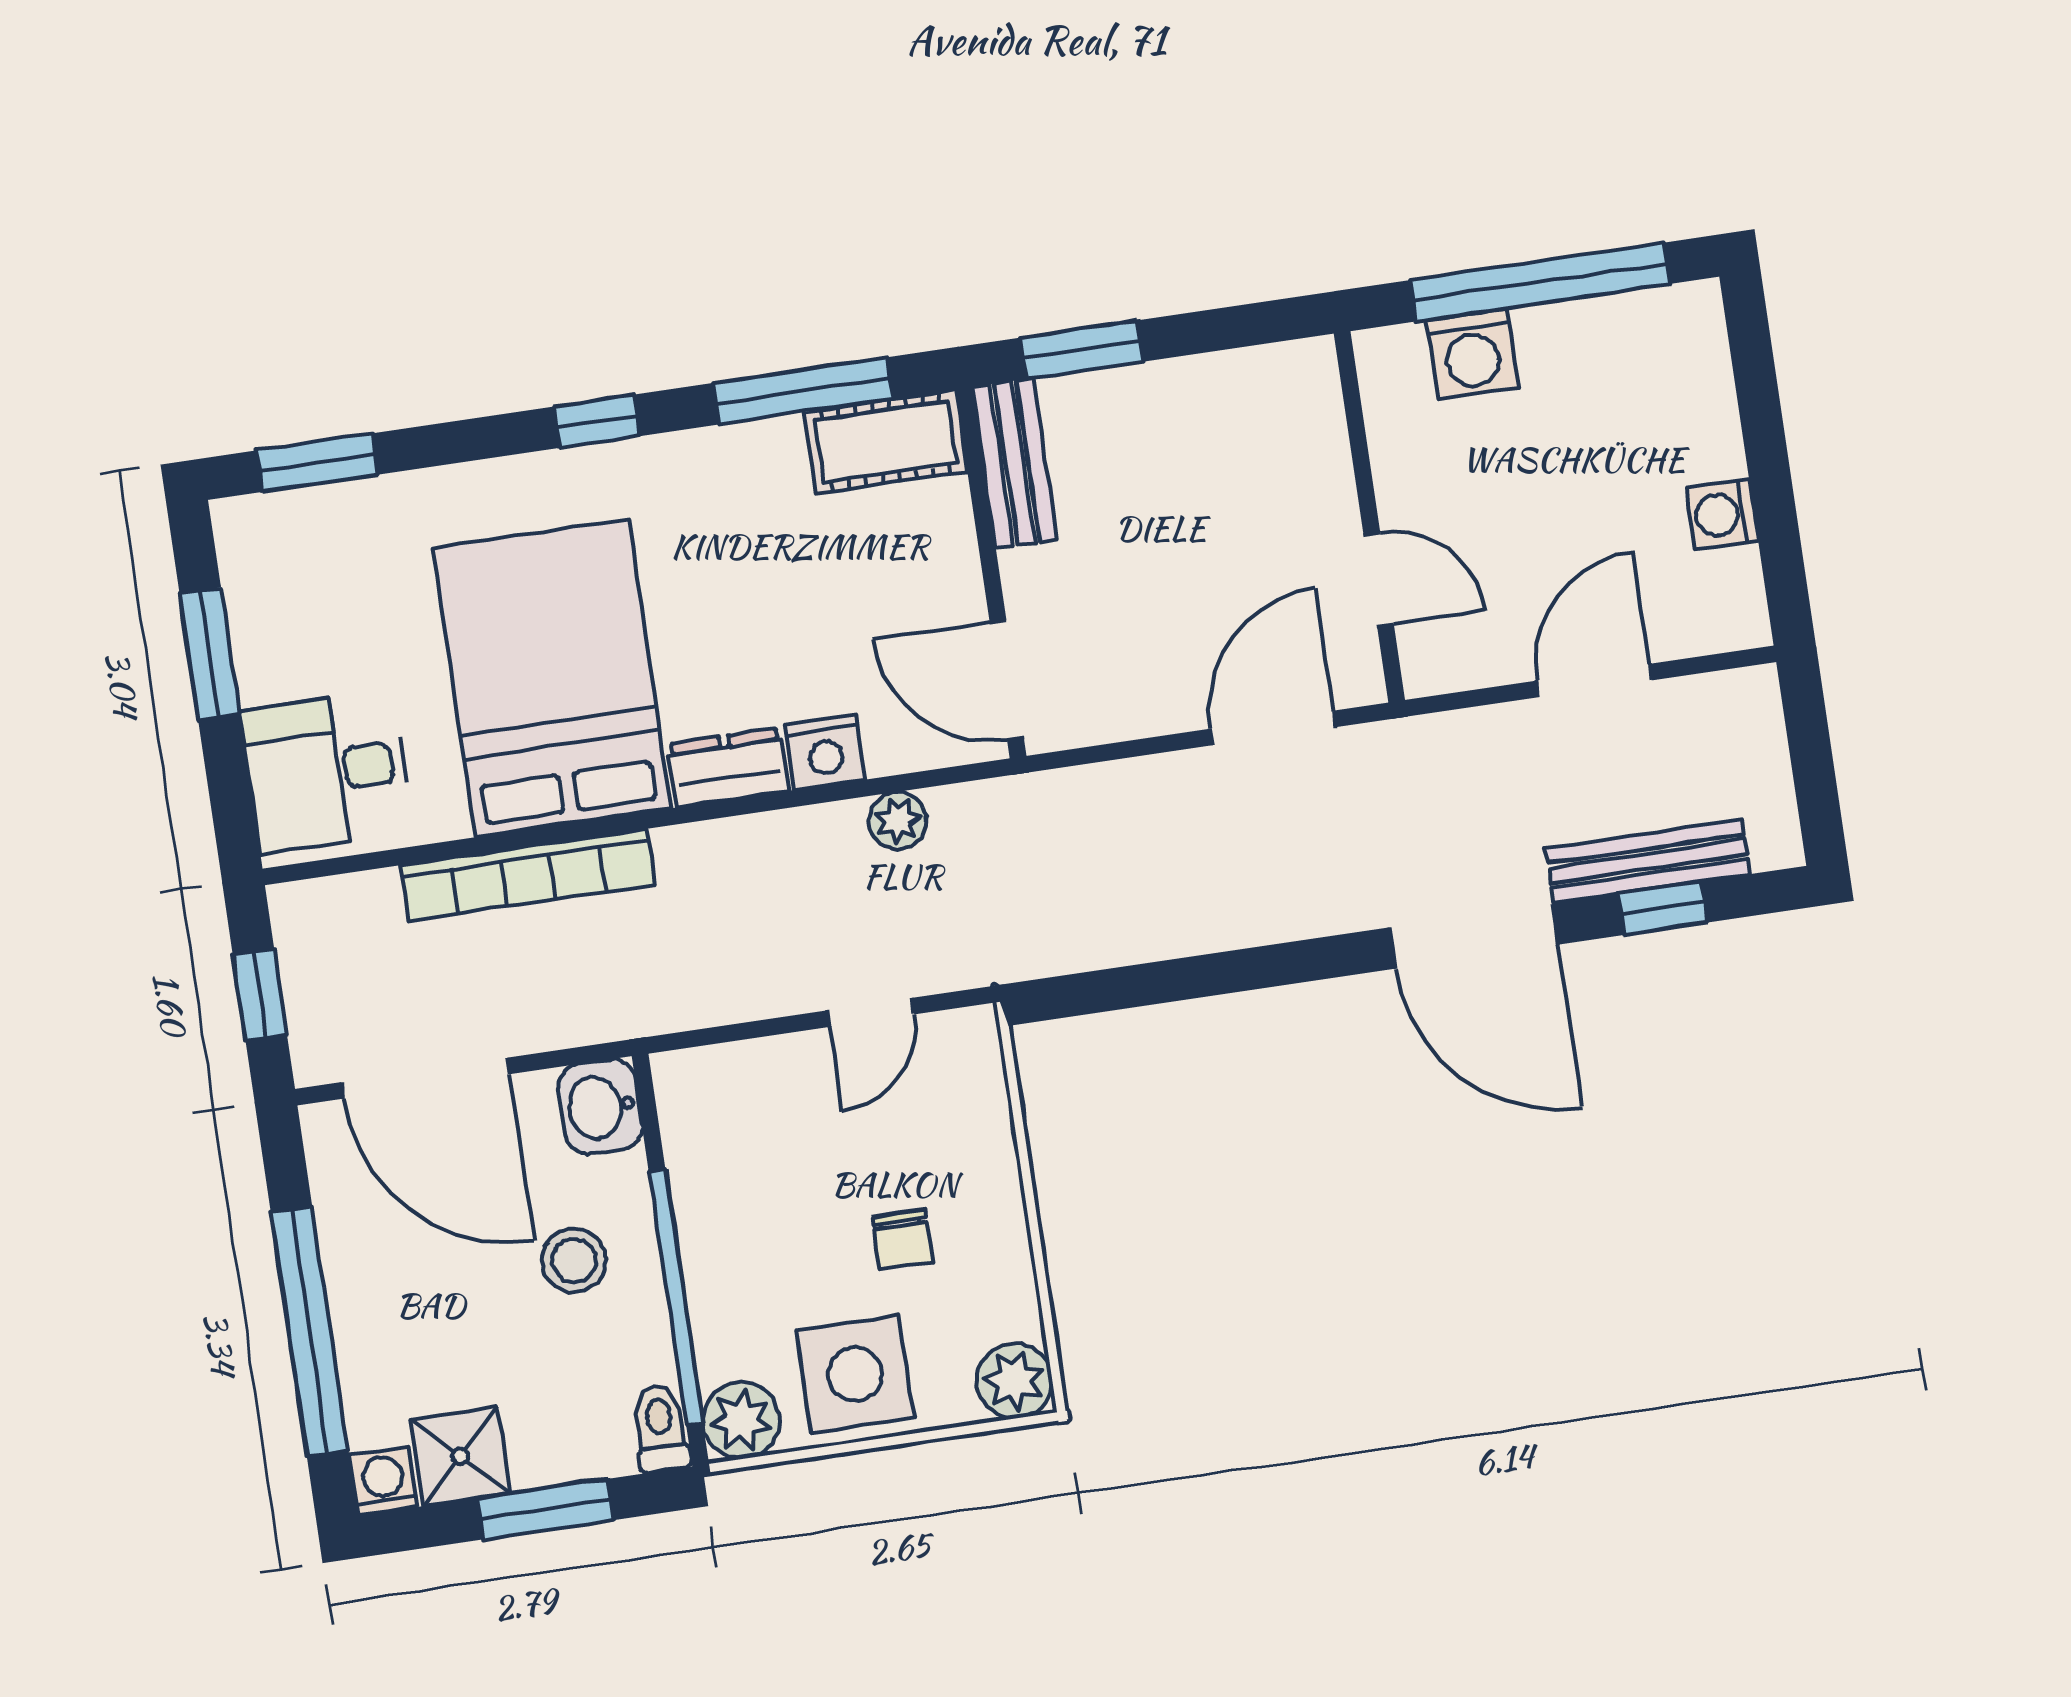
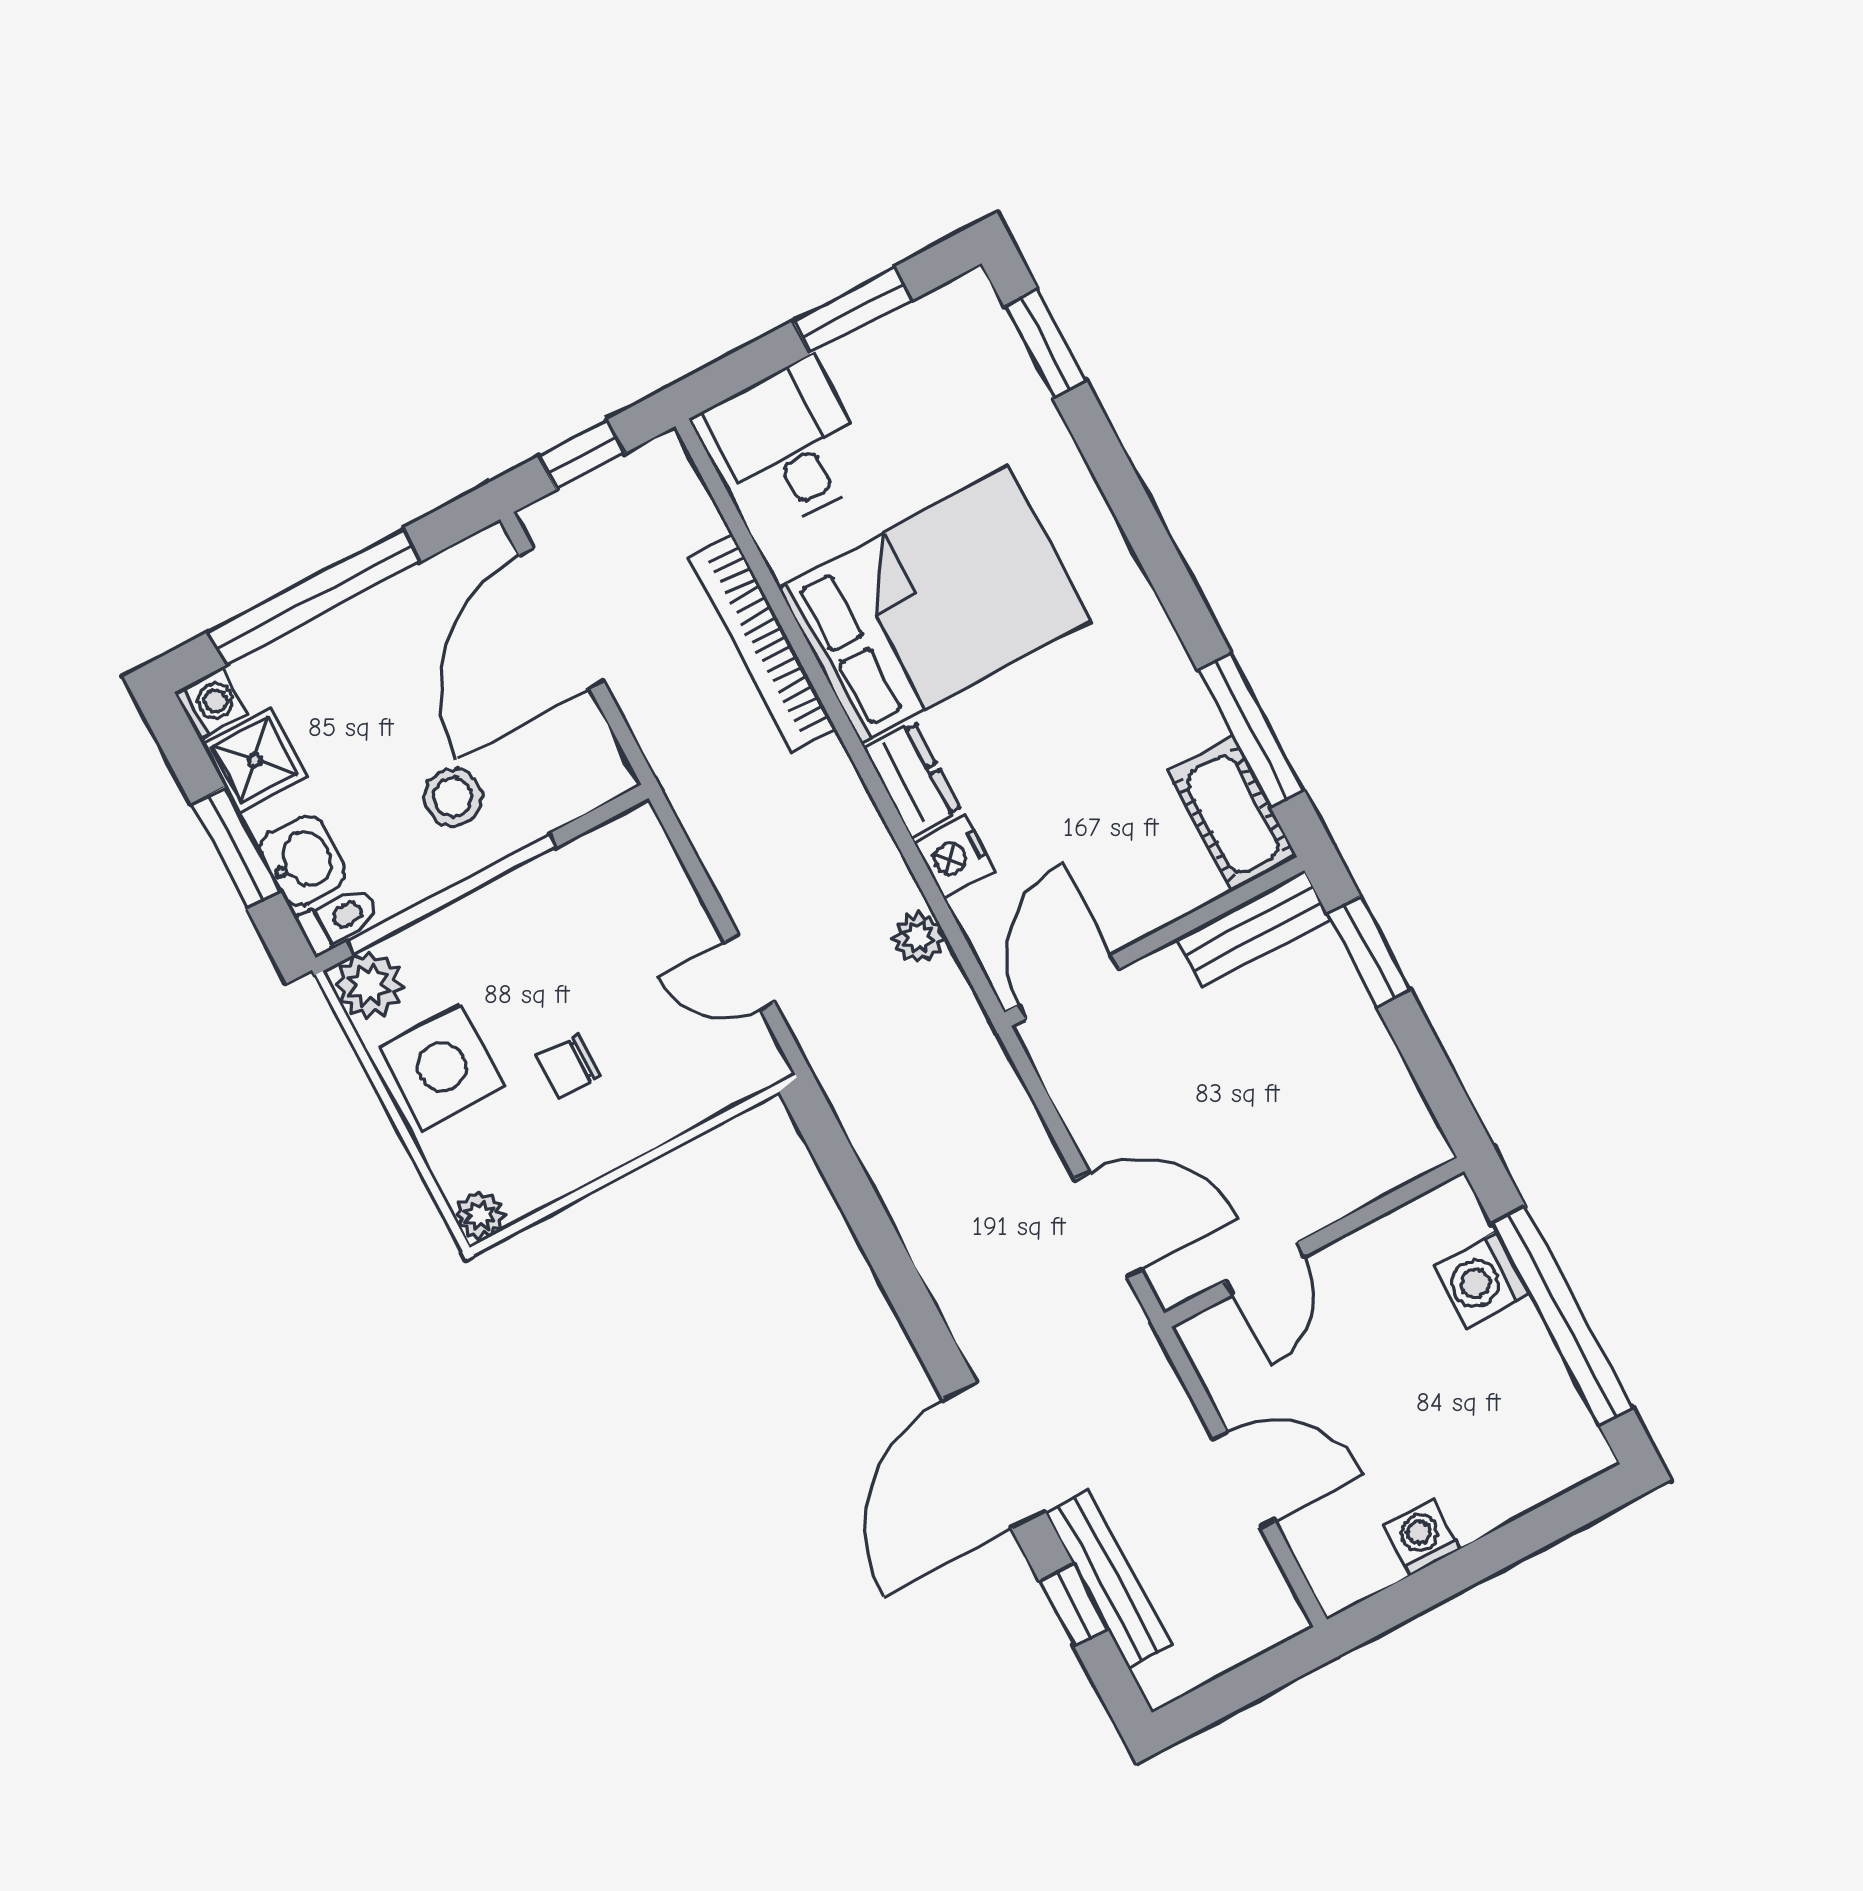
window: (597, 421) -> (1163, 566), removed
washbasin: (600, 1107) -> (303, 861), moved, turned 90
plant: (1014, 1381) -> (480, 1215), width x0.73, depth x0.73

